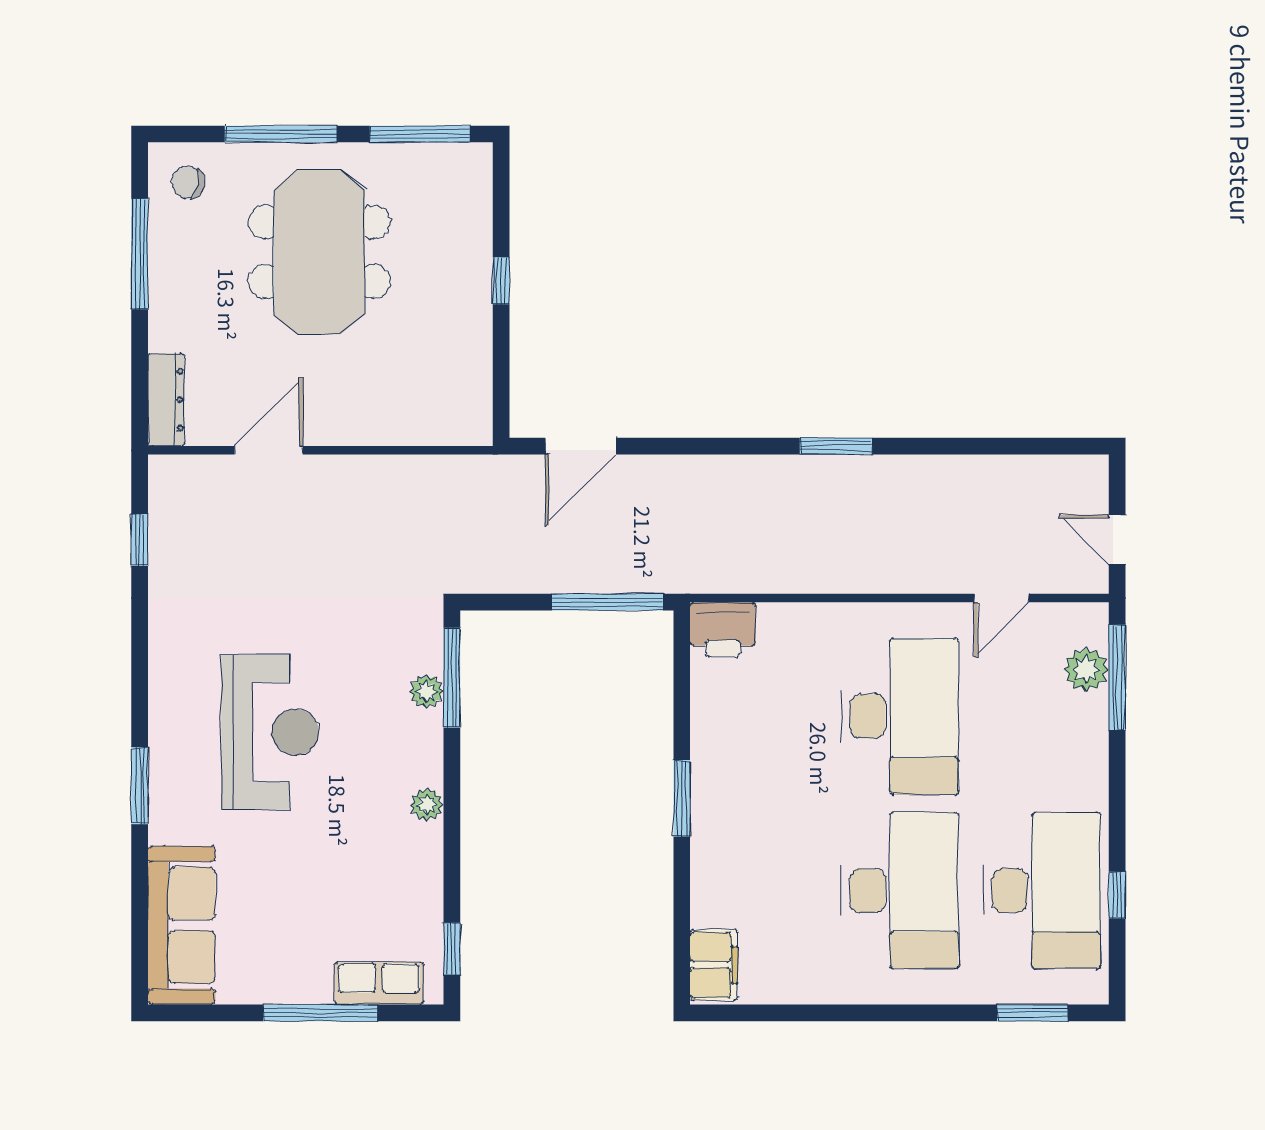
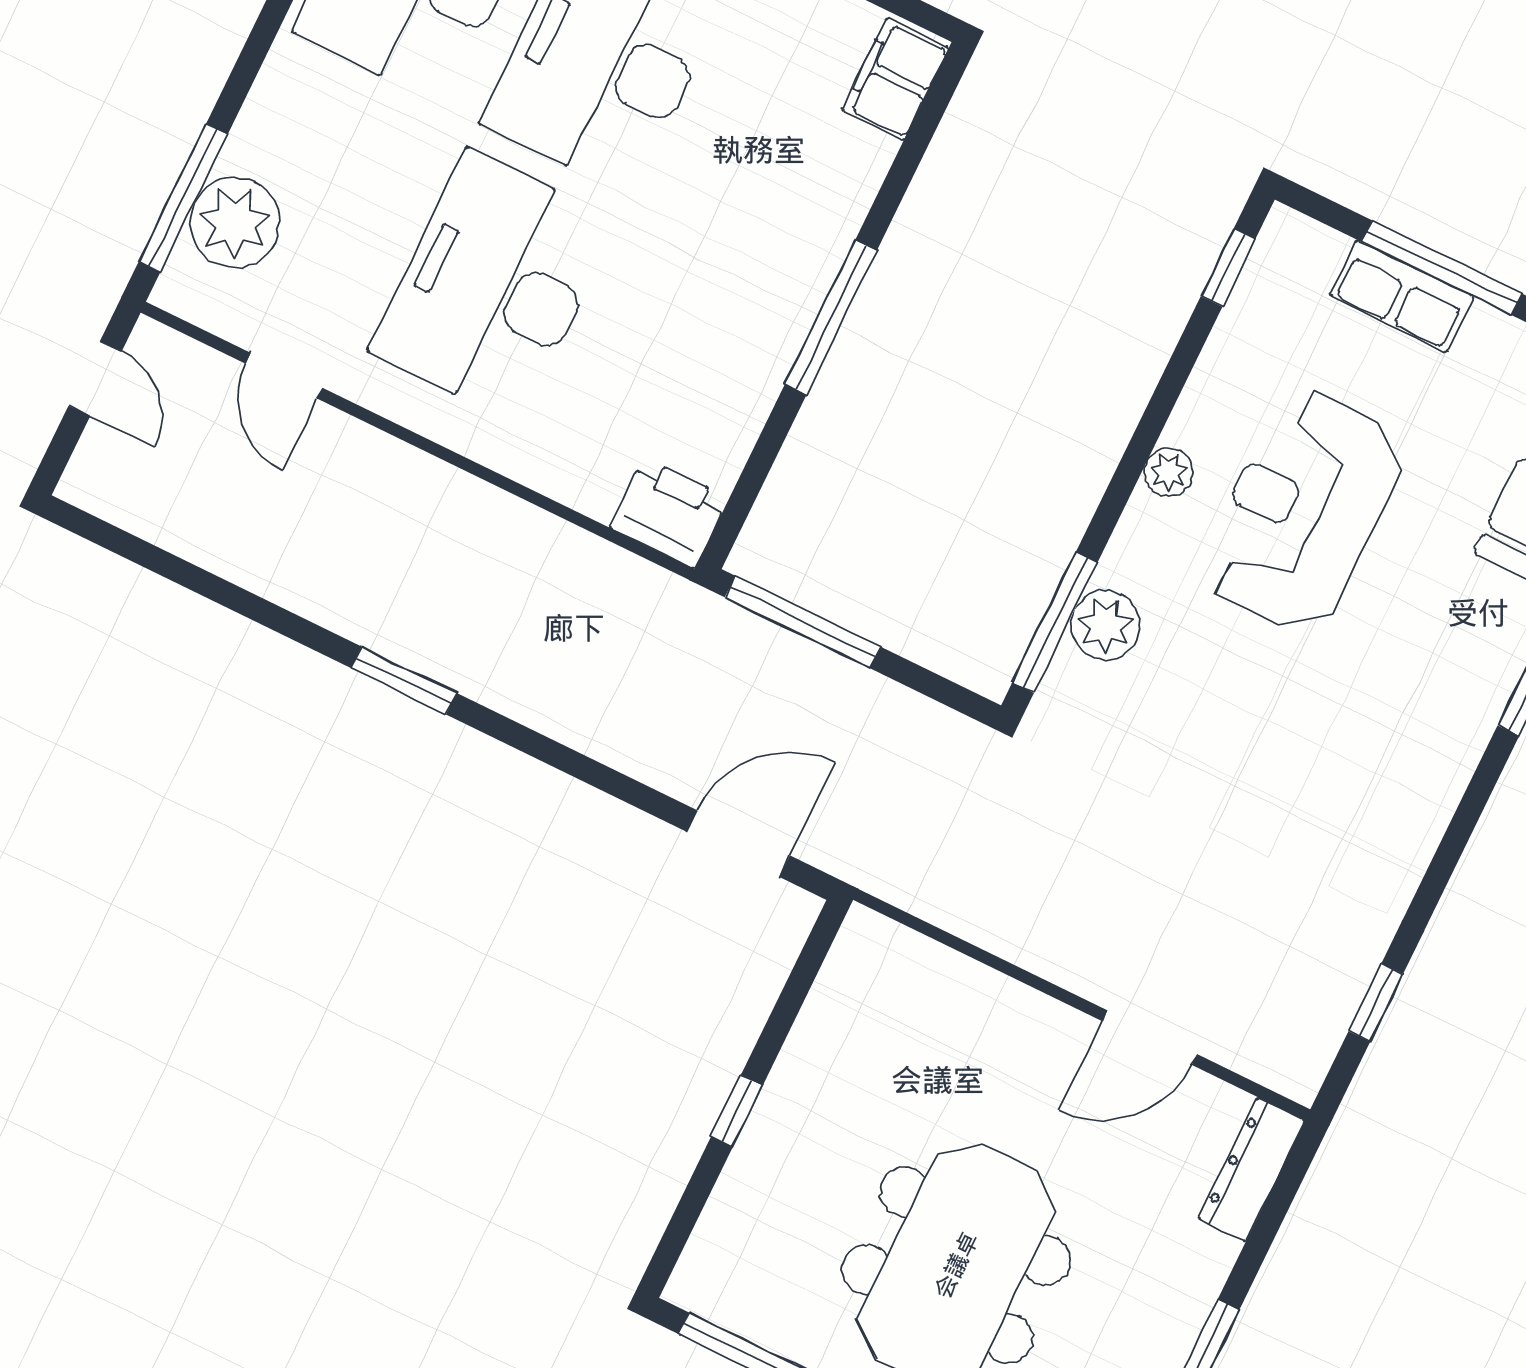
door: (1001, 598) -> (284, 376), swing flipped
plant: (1086, 669) -> (235, 222), width x1.36, depth x1.36
plant: (426, 691) -> (1105, 625), width x1.38, depth x1.38
reception desk: (270, 732) -> (1303, 511), moved
window: (682, 798) -> (831, 318), width x1.44
row of seats: (379, 983) -> (1402, 296), moved

